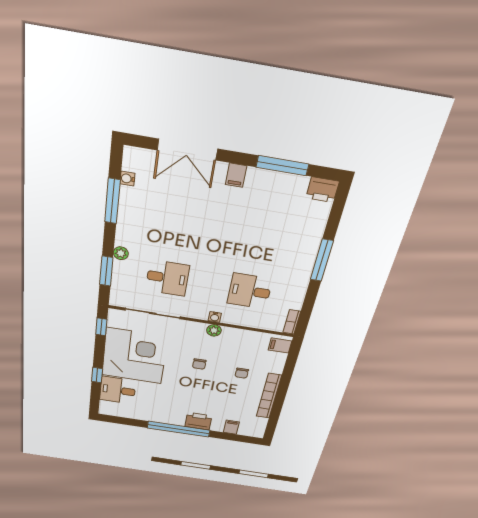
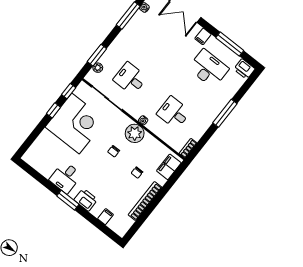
desk: (268, 215) -> (208, 69), added
plant: (121, 253) -> (98, 68), moved
desk: (167, 278) -> (130, 79), turned 180
plant: (214, 330) -> (135, 133), width x1.88, depth x1.88
filing cabinet: (280, 345) -> (169, 167), width x2.00
window: (97, 375) -> (53, 110), moved
desk: (118, 390) -> (65, 177), moved, turned -90
window: (179, 429) -> (68, 200), width x0.47

